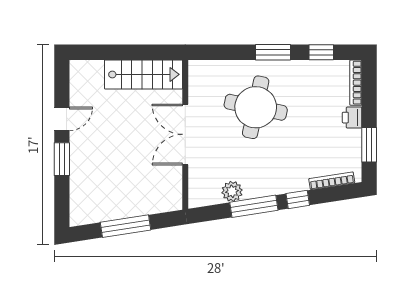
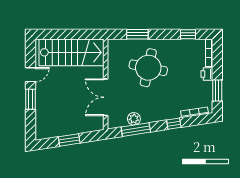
window: (273, 52) -> (137, 34), moved
stairs: (144, 74) -> (72, 52), width x1.36, depth x1.51
double door: (185, 134) -> (106, 97), moved
window: (254, 206) -> (136, 130), moved
window: (125, 226) -> (69, 140), width x0.69

